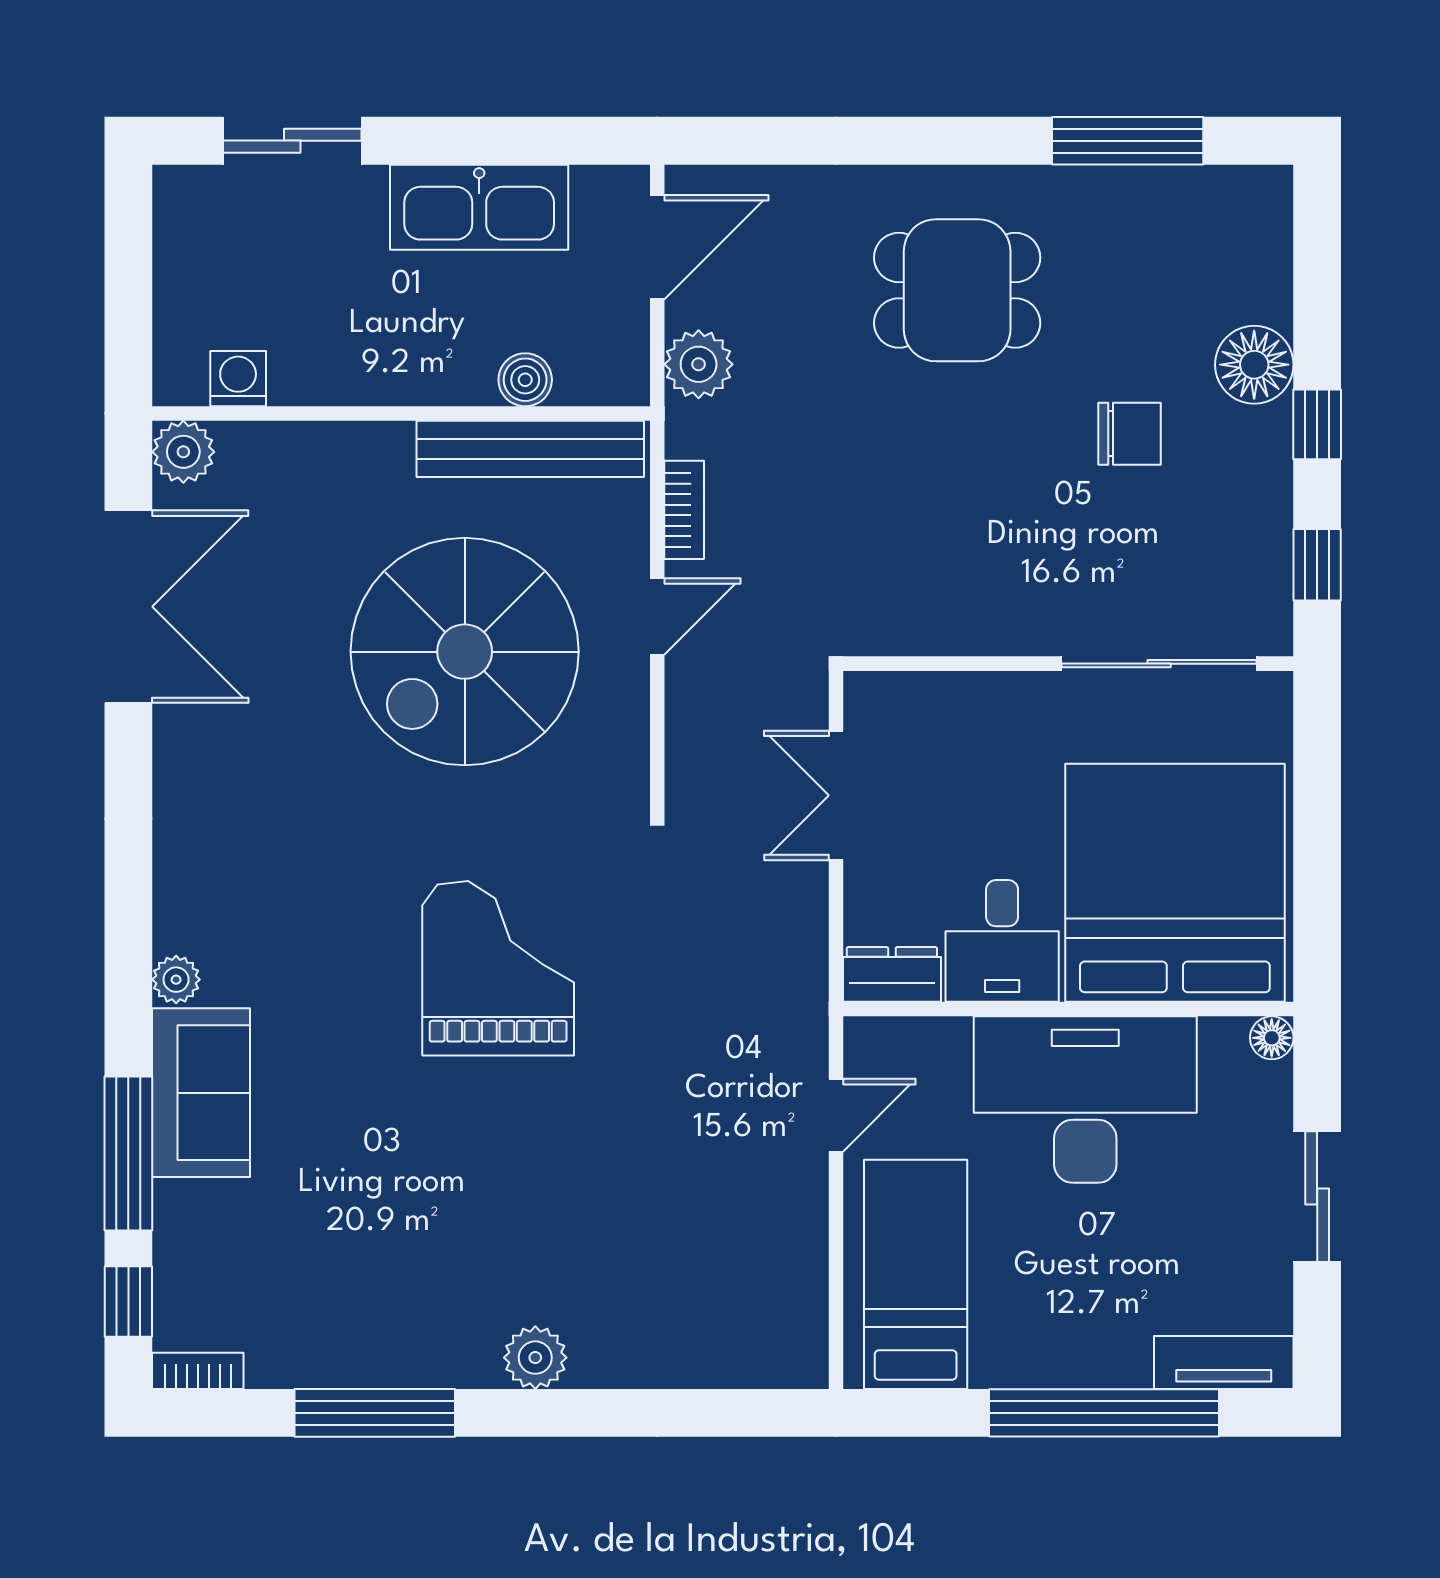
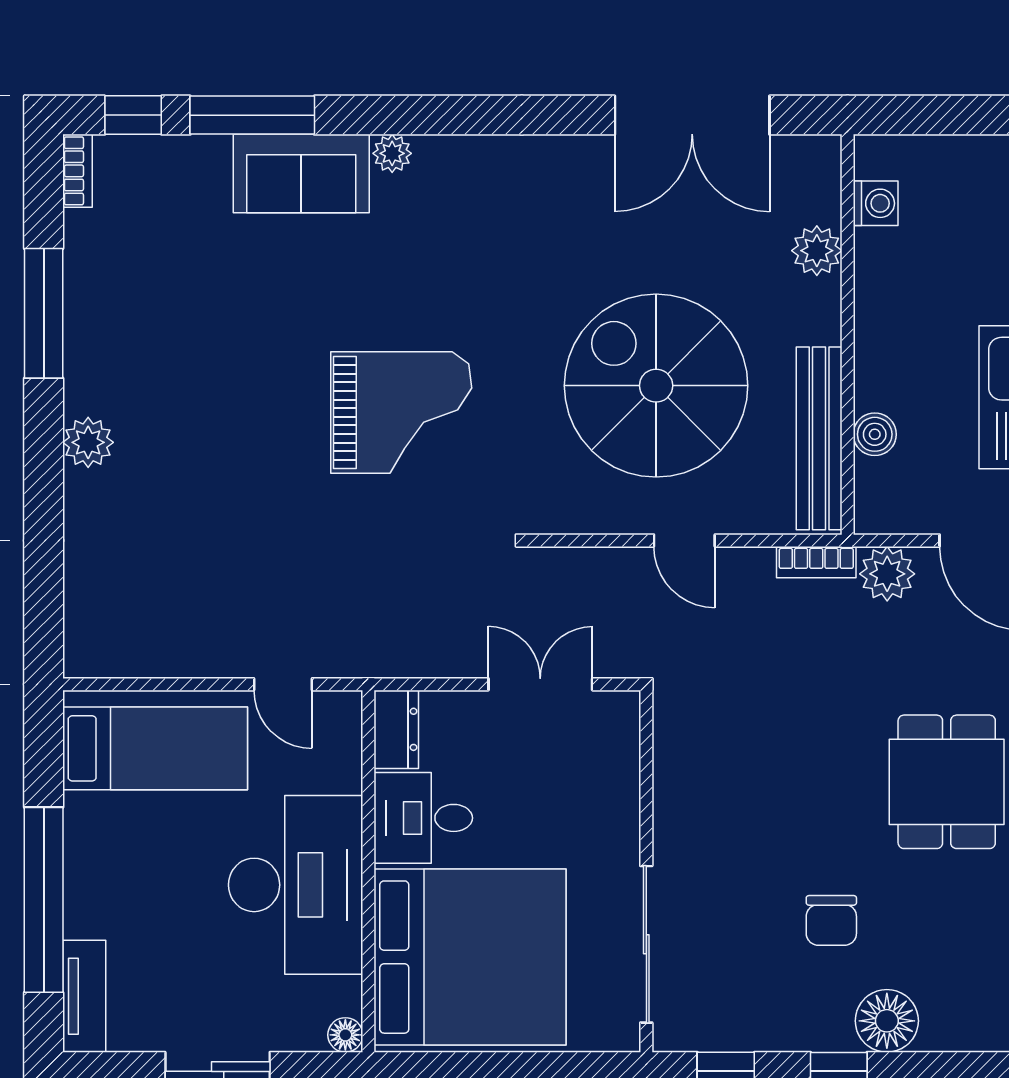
plant: (183, 452) -> (817, 251), moved
bookcase: (684, 510) -> (816, 562), moved

